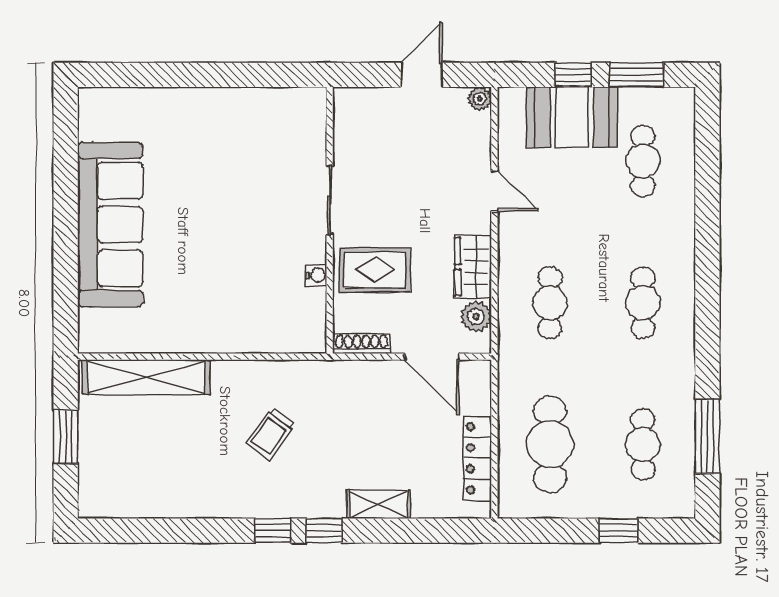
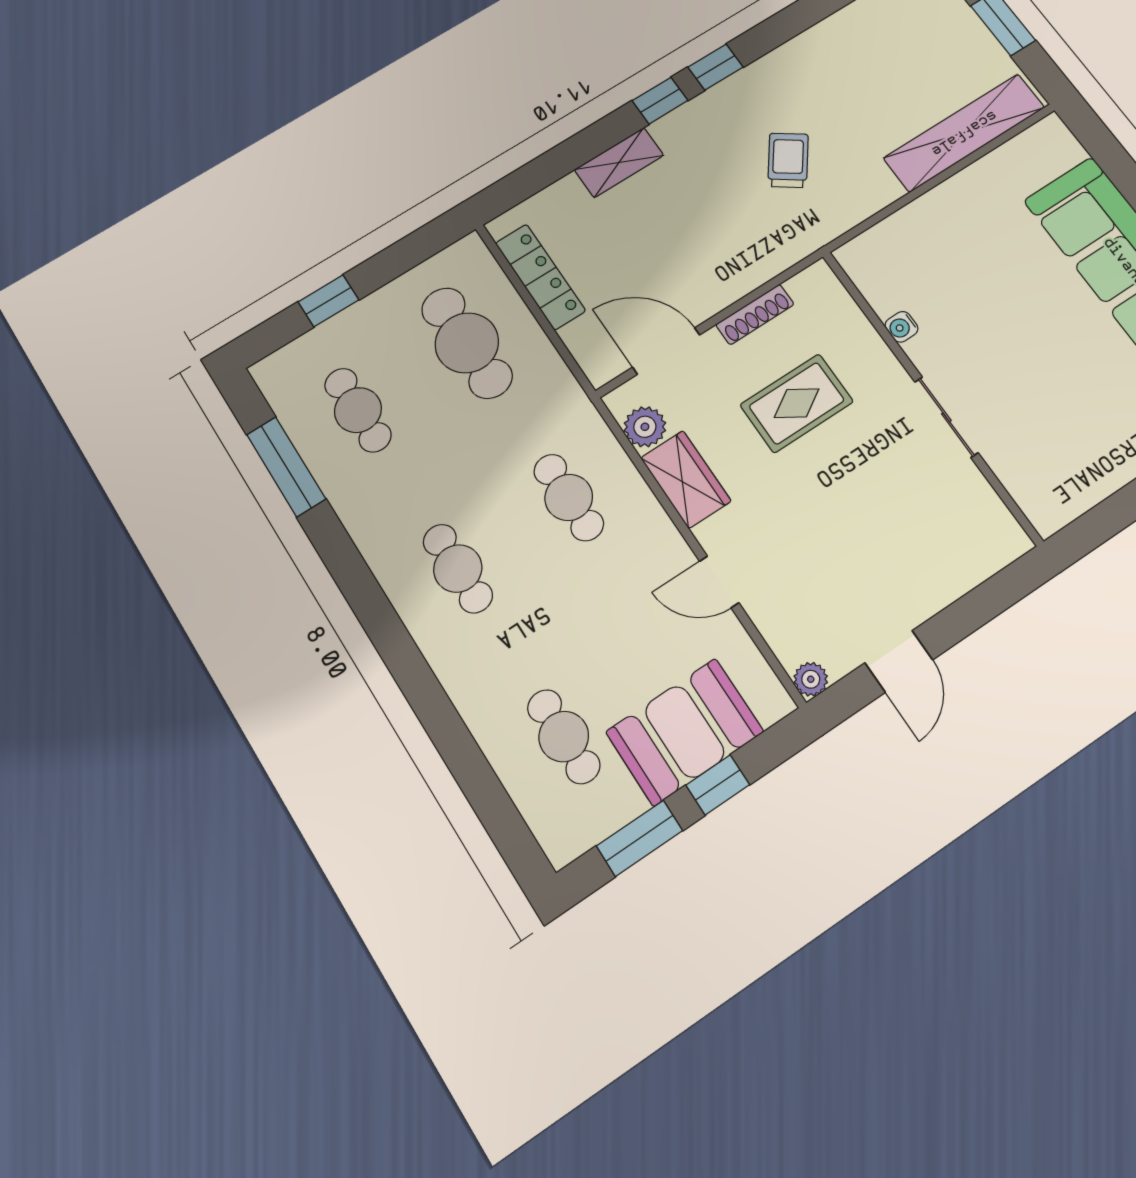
sliding door: (330, 200) -> (946, 417), moved
wall: (330, 220) -> (930, 395), moved
water cooler: (316, 275) -> (901, 327), moved

